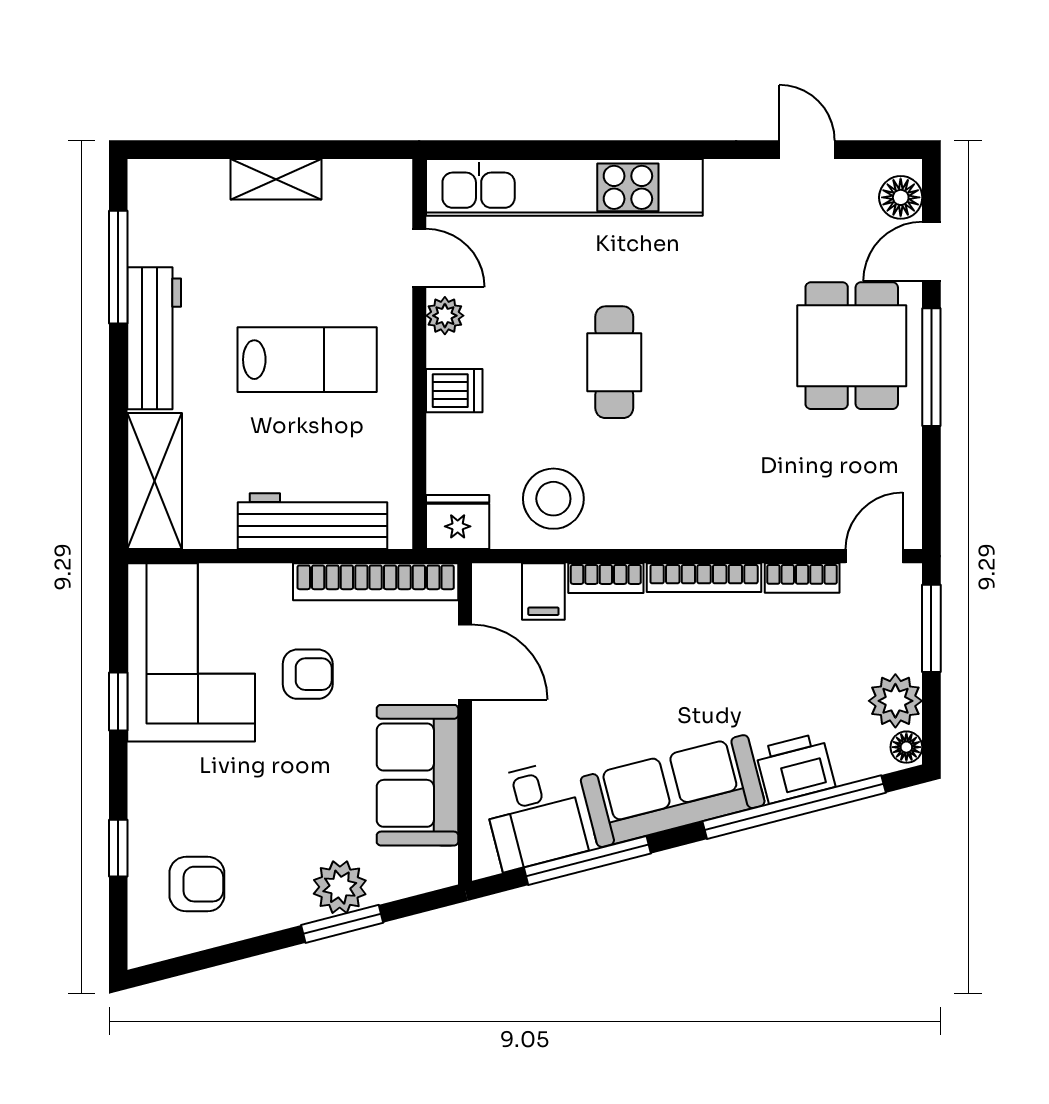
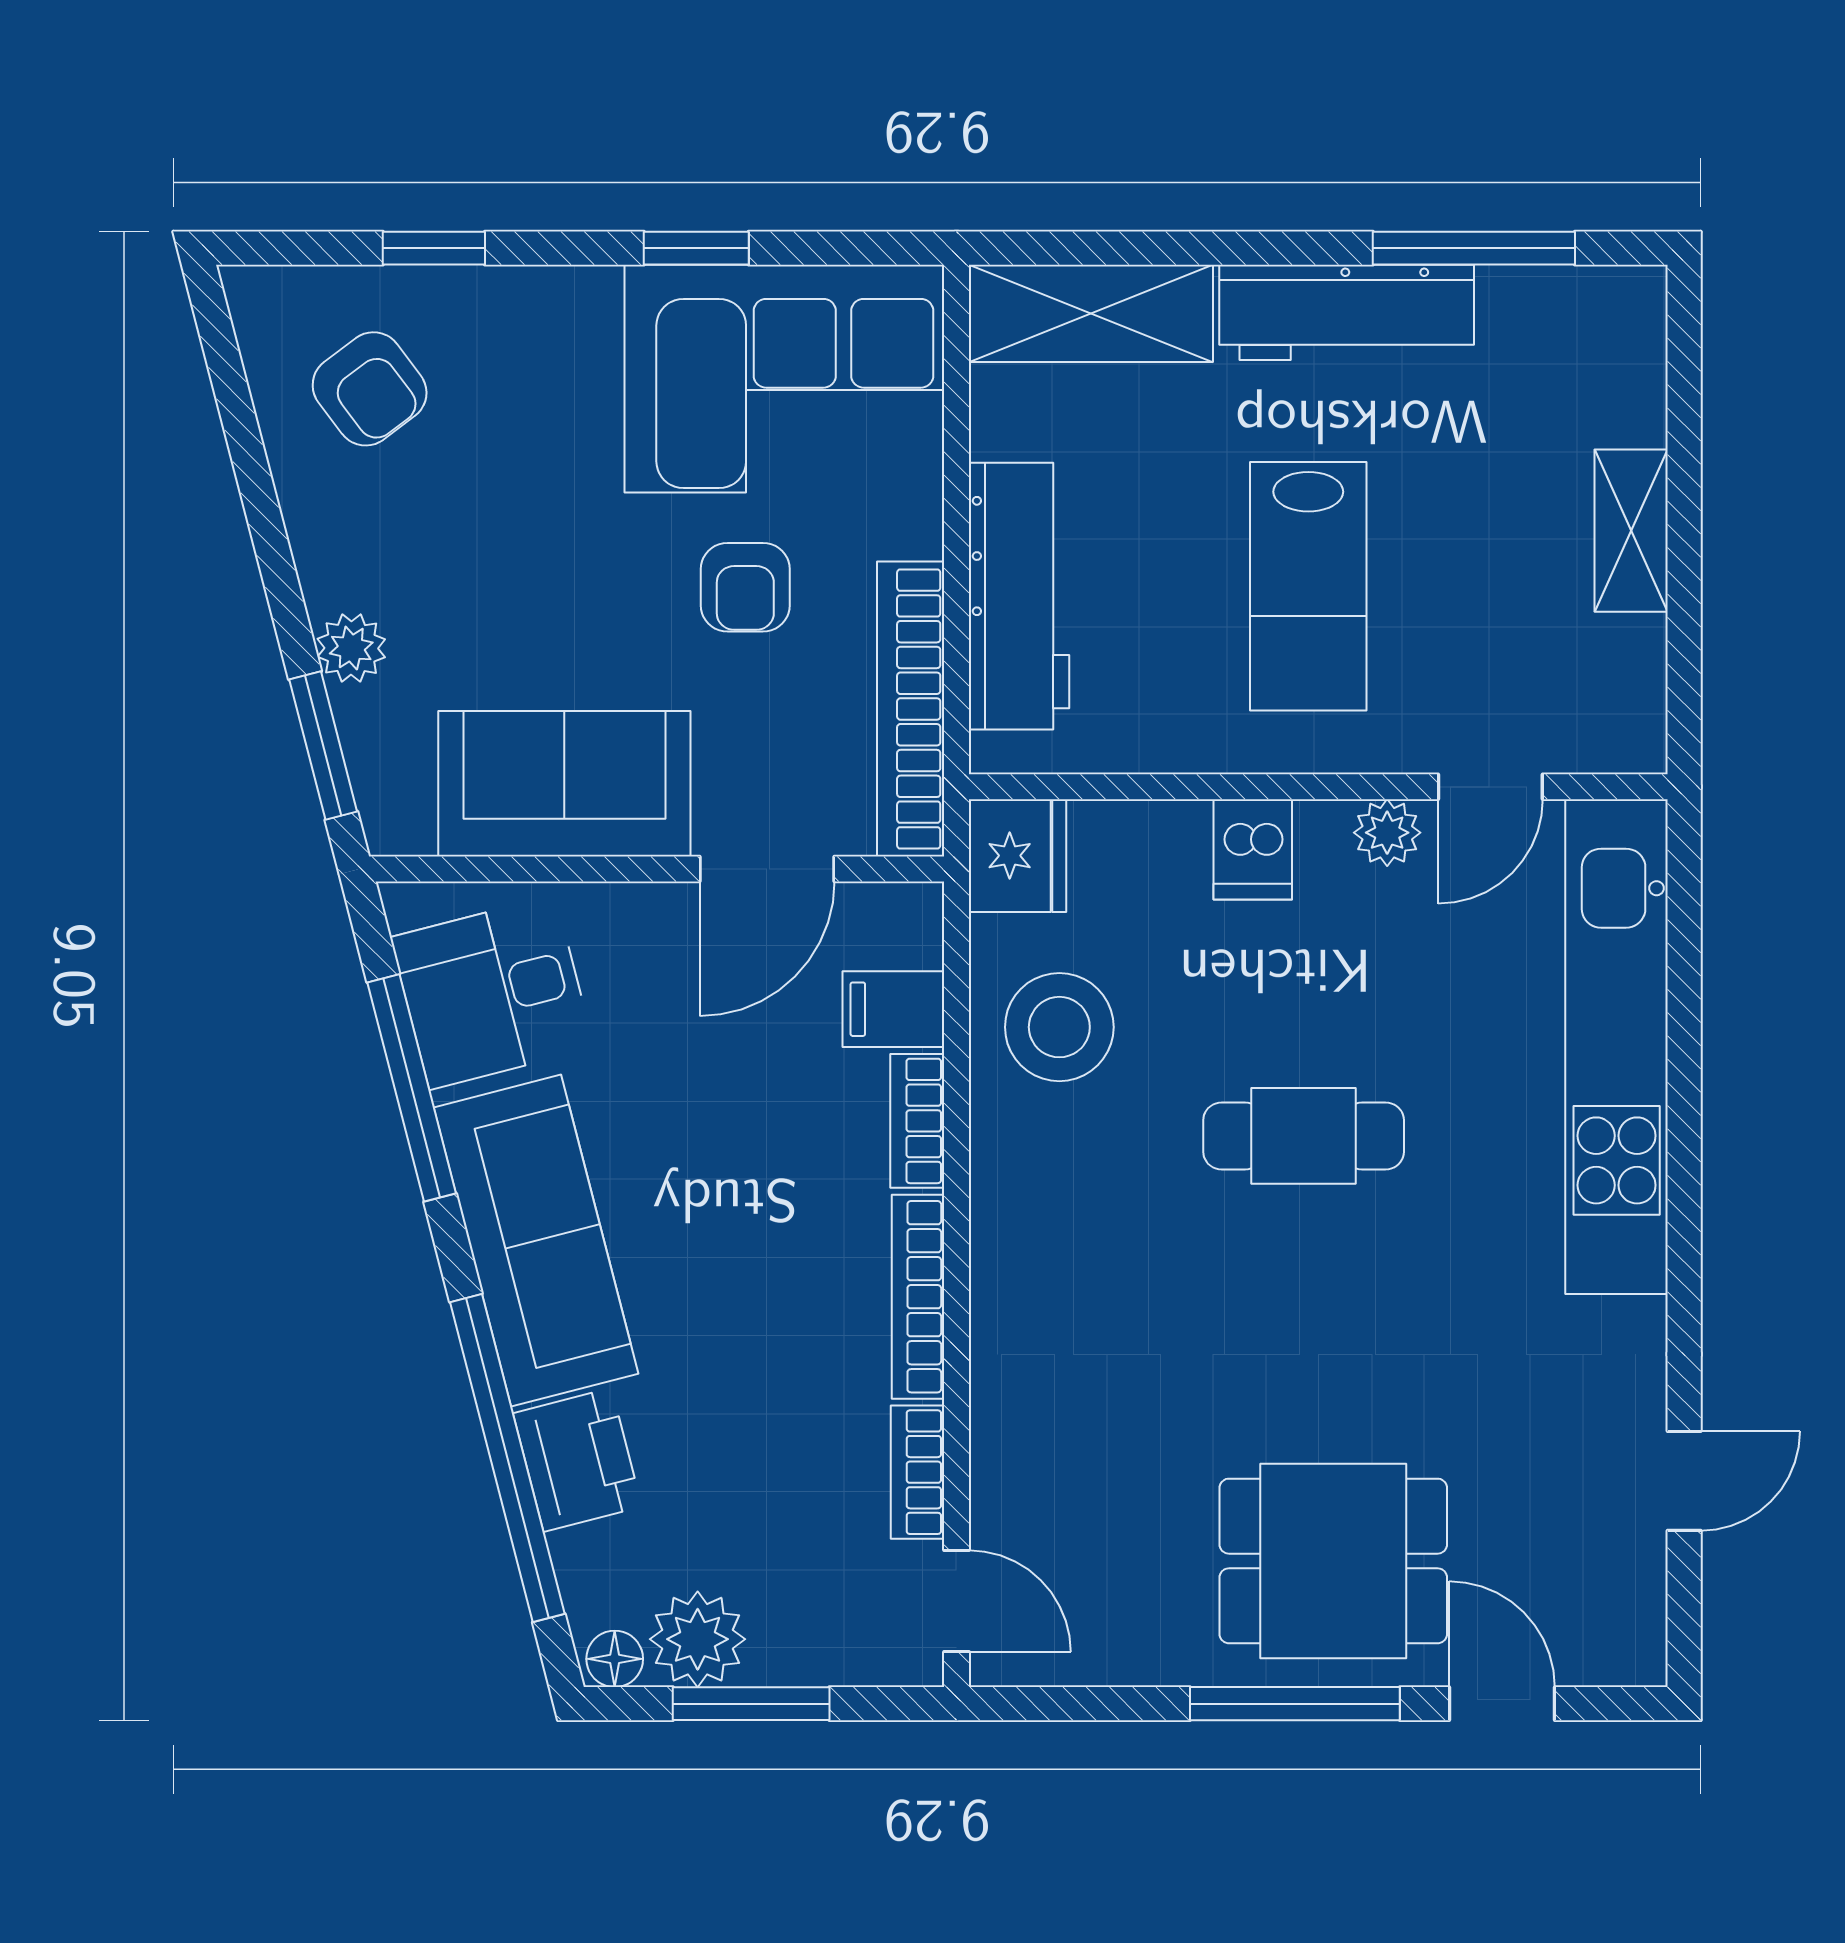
floor lamp: (901, 197) -> (1599, 1649), removed
window: (931, 628) -> (751, 1704), moved
armchair: (197, 884) -> (370, 389), turned -37
plant: (340, 887) -> (351, 648), width x0.73, depth x0.73
window: (342, 924) -> (323, 745), moved

